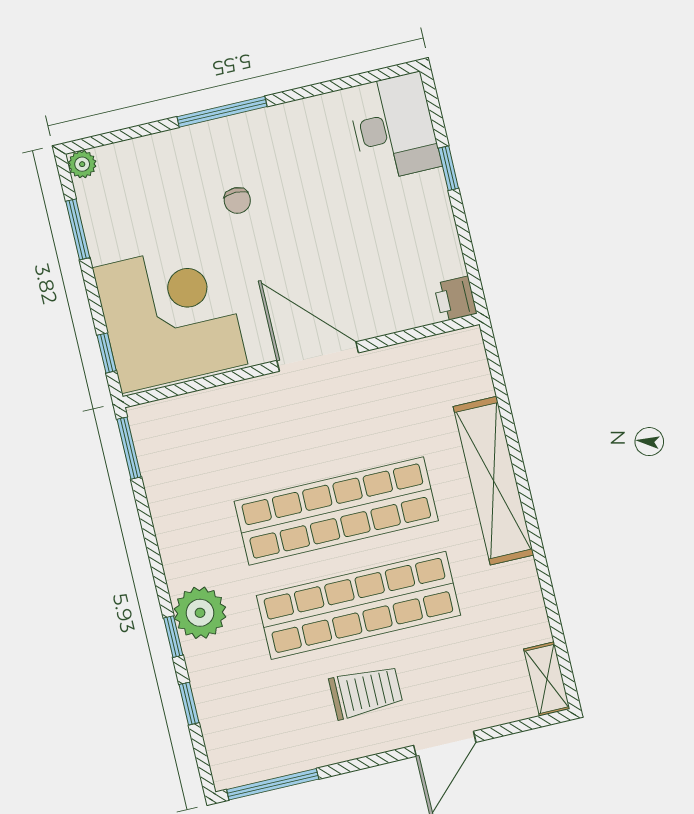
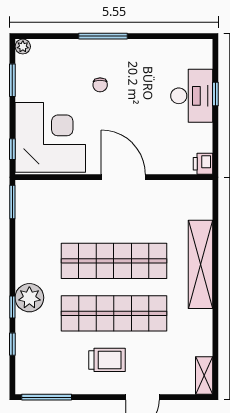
desk: (394, 127) -> (192, 96), moved

